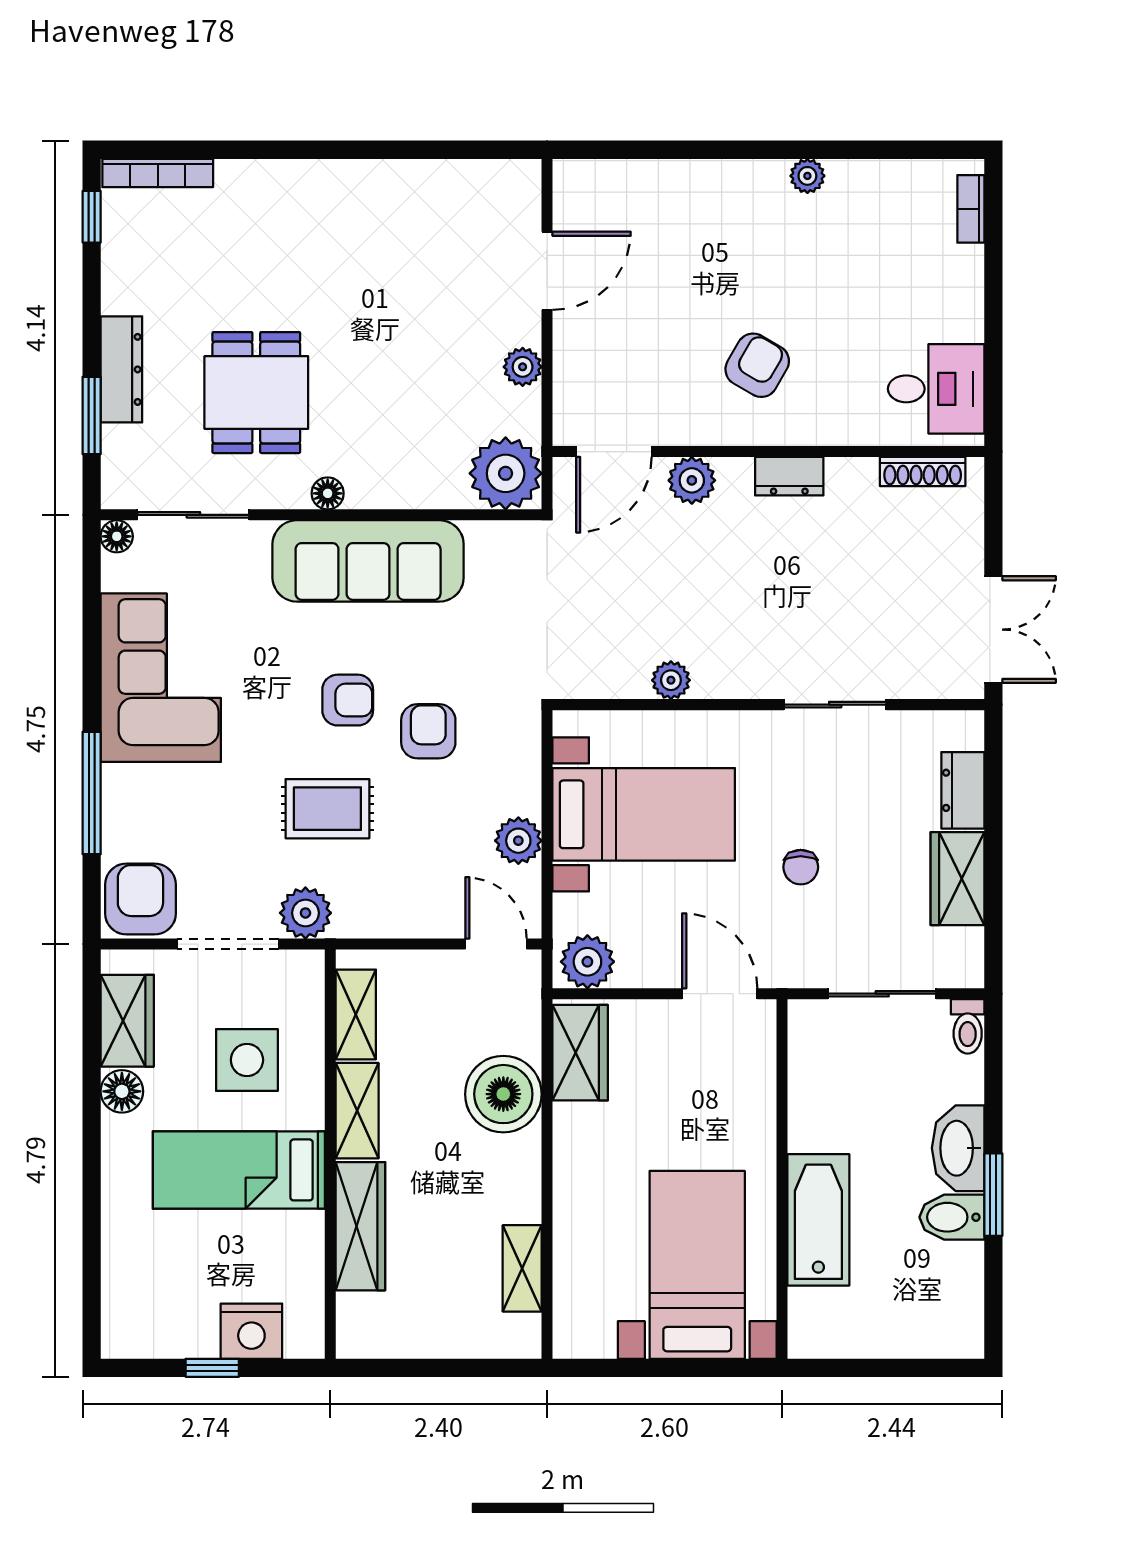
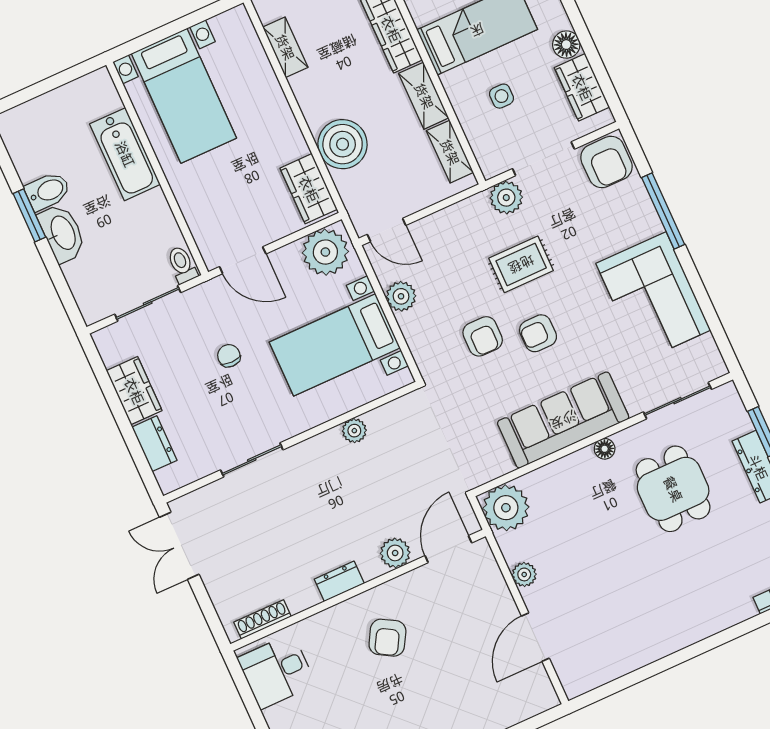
floor lamp: (117, 536) -> (717, 368), removed
plant: (587, 962) -> (325, 252), width x1.36, depth x1.36
toilet: (968, 1026) -> (182, 265), moved
side table: (247, 1060) -> (501, 96), width x0.54, depth x0.54

